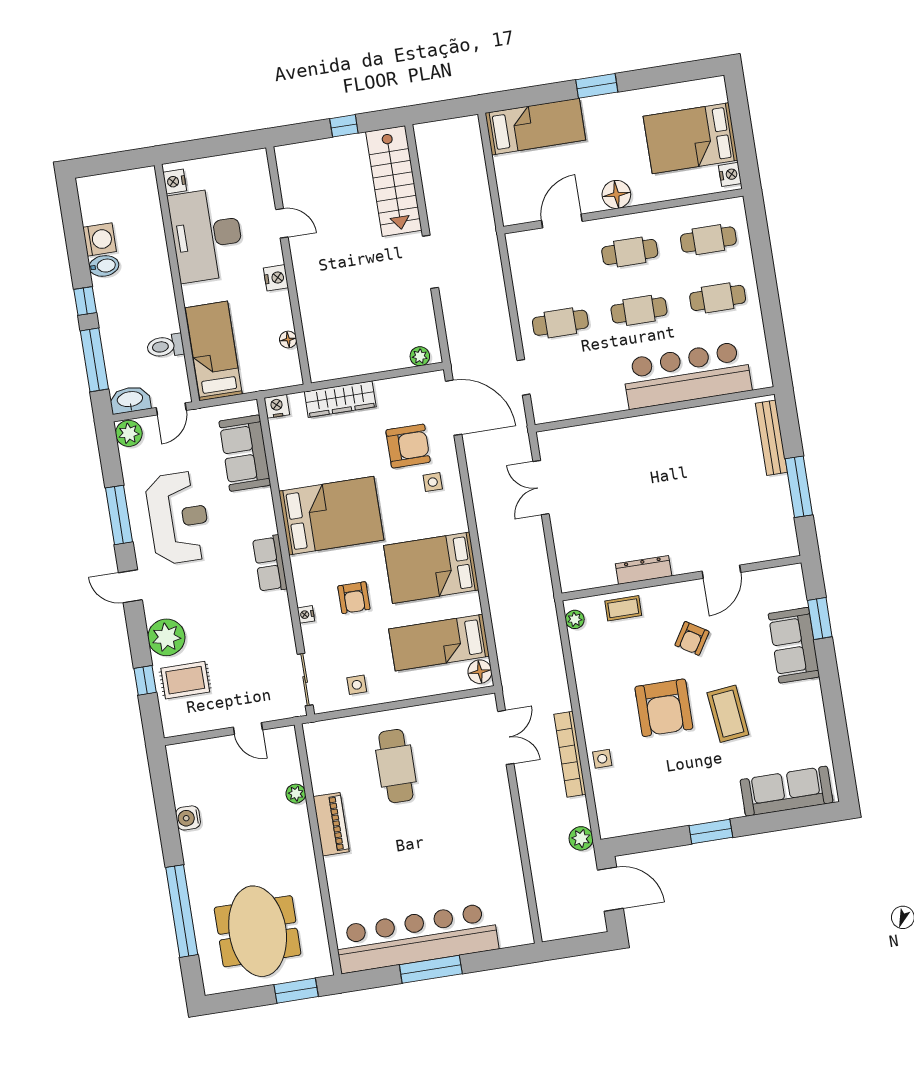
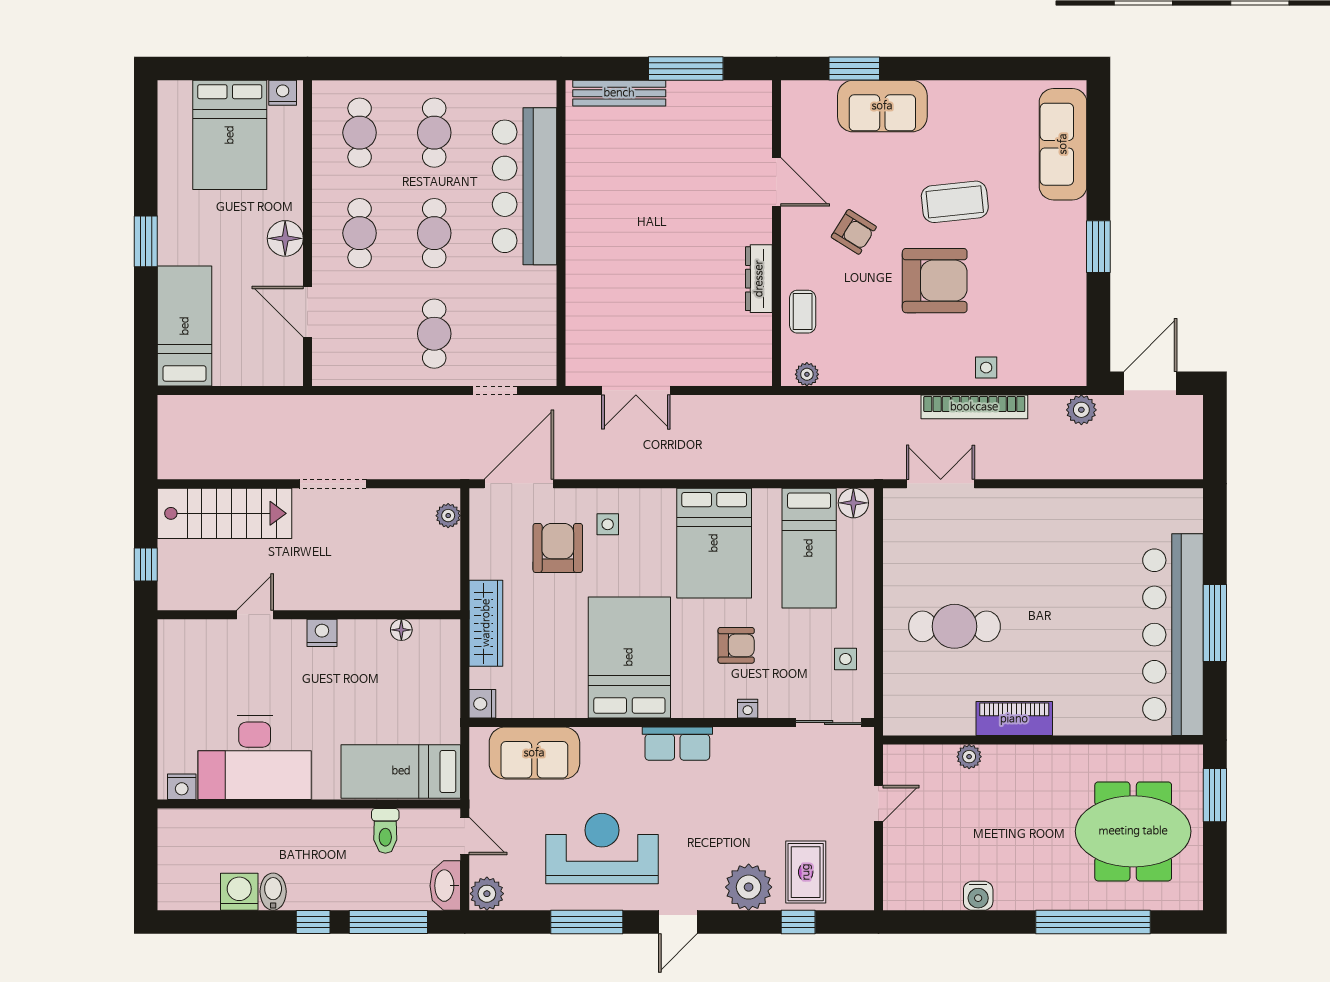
door: (282, 223) -> (255, 615), moved
wall: (289, 265) -> (309, 615), moved
nightstand: (276, 278) -> (322, 633), moved
floor lamp: (288, 340) -> (401, 630), moved

